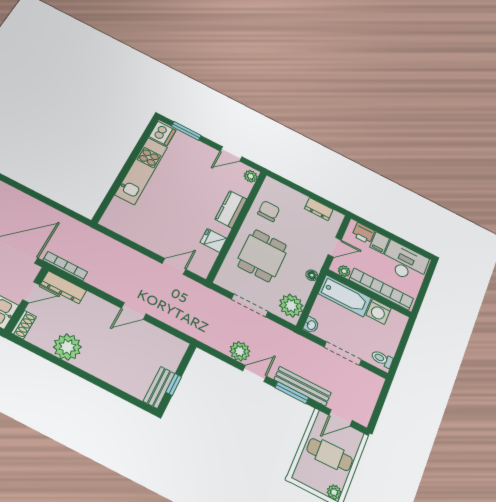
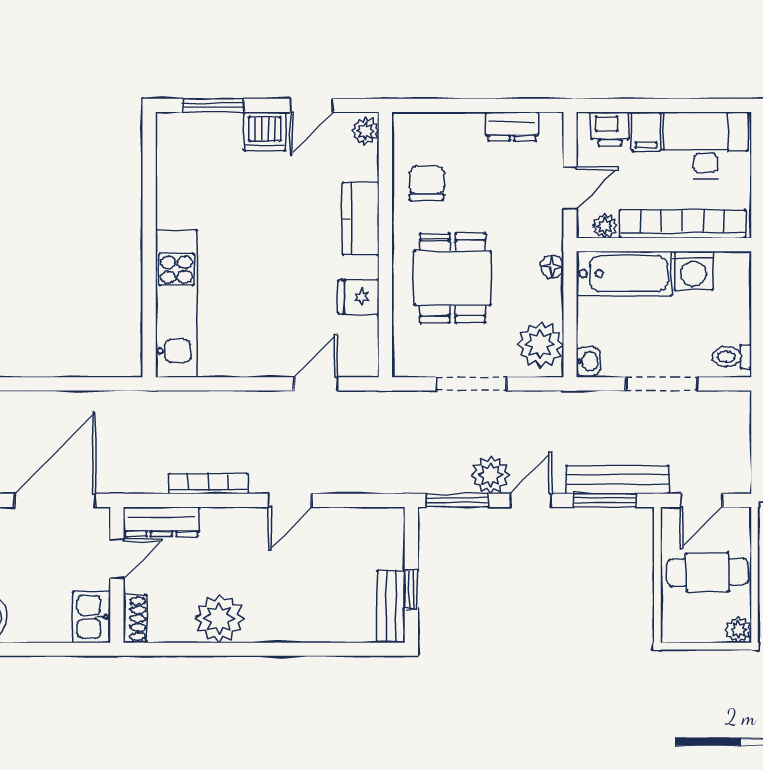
dishwasher: (162, 133) -> (265, 132), moved, turned 90
kitchen unit: (141, 171) -> (176, 304), moved
bookcase: (65, 266) -> (208, 484), moved
window: (218, 354) -> (457, 500), added

